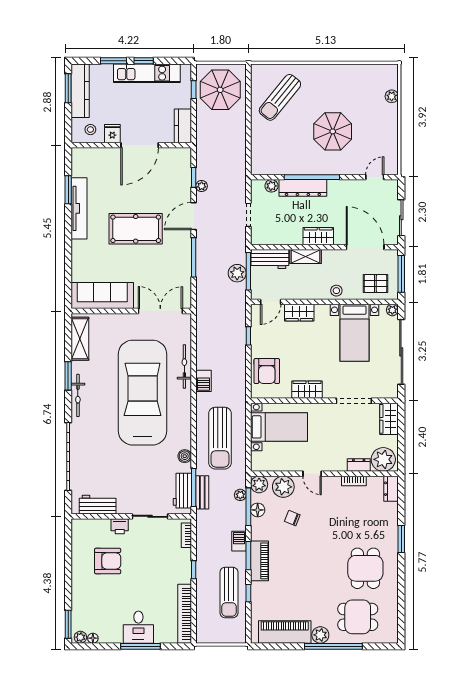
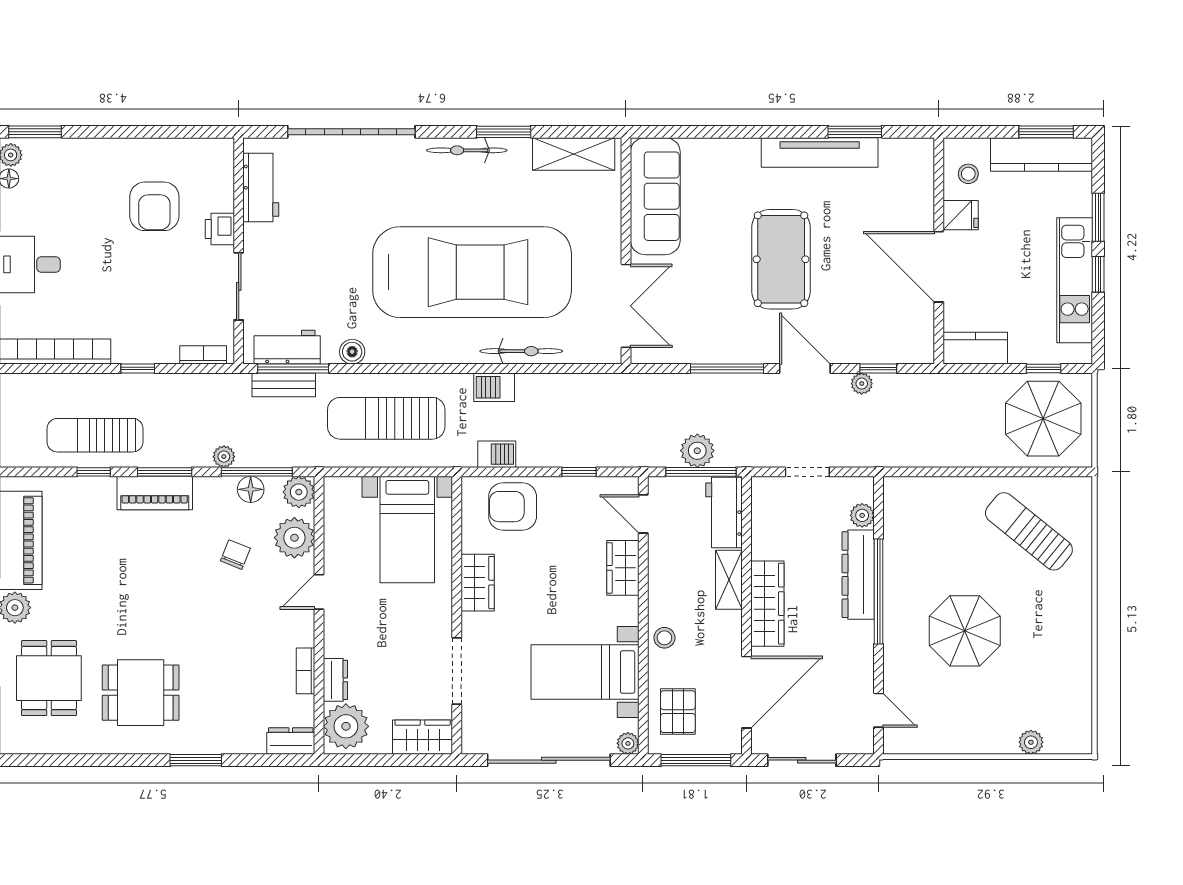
wardrobe: (318, 236) -> (767, 604), width x1.50
plant: (240, 495) -> (224, 457), moved
barbecue: (239, 541) -> (497, 454), moved

